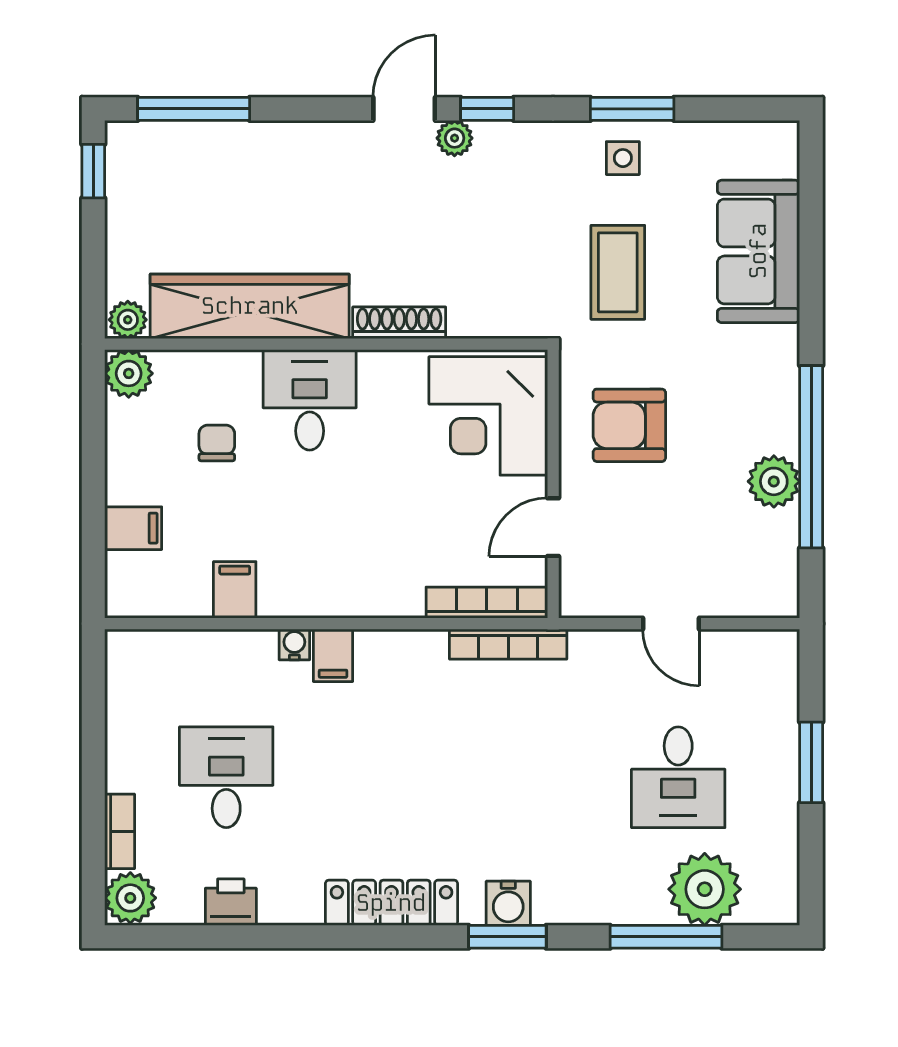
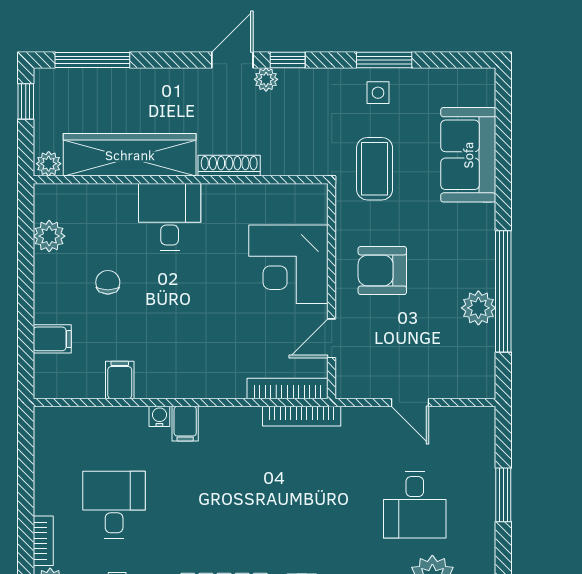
wardrobe: (250, 306) -> (130, 155), moved
plant: (128, 320) -> (49, 164), moved
shoe rack: (399, 323) -> (229, 166), moved
wall: (326, 344) -> (181, 180), moved
desk: (310, 400) -> (170, 217), moved

